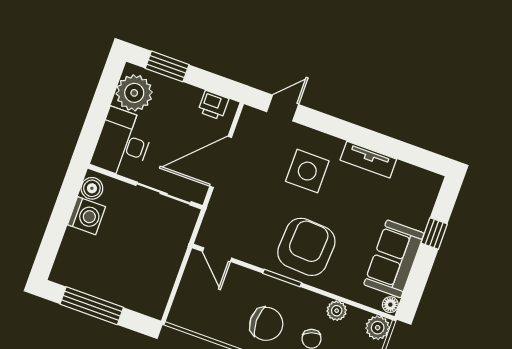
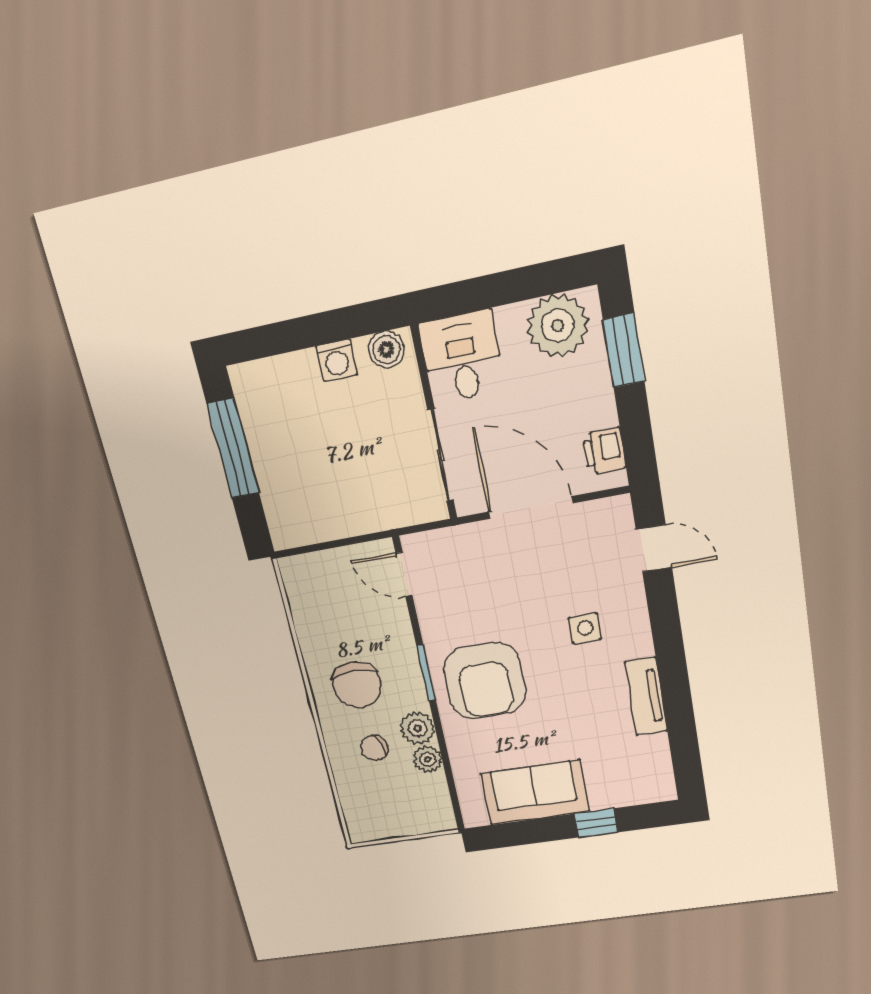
desk: (123, 143) -> (462, 357), width x0.73
side table: (307, 171) -> (585, 628), width x0.54, depth x0.54
washing machine: (87, 216) -> (337, 360), width x0.73, depth x0.73
armchair: (306, 247) -> (484, 681), turned 87
door: (217, 255) -> (404, 574), hinge flipped
floor lamp: (390, 305) -> (475, 817), removed
plant: (378, 328) -> (418, 728), moved

